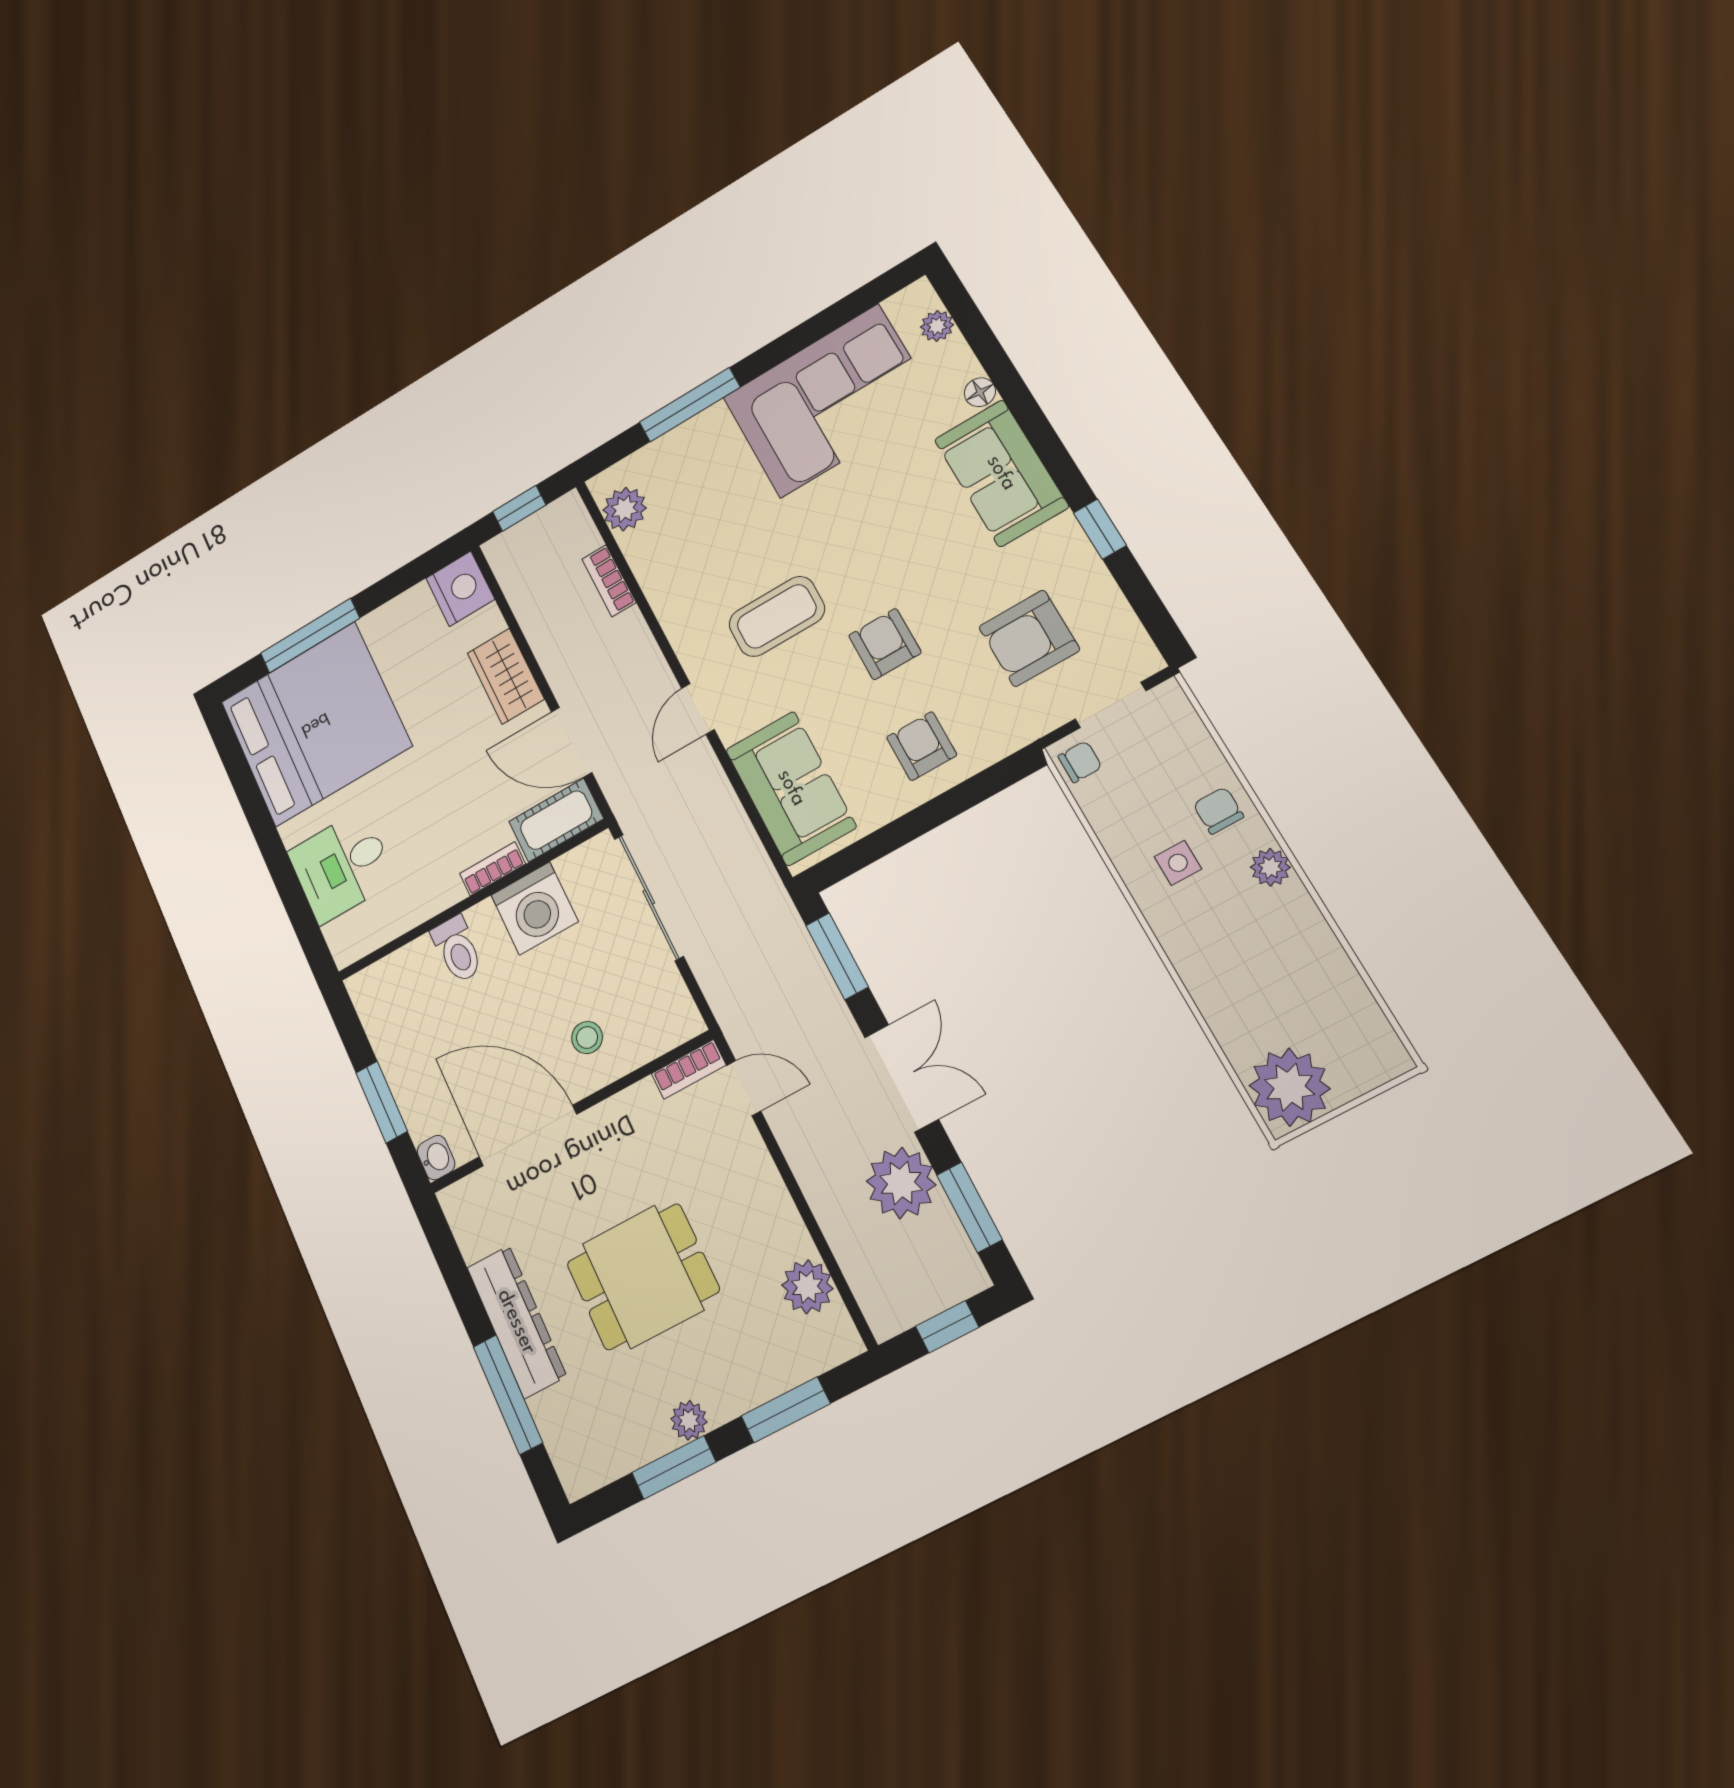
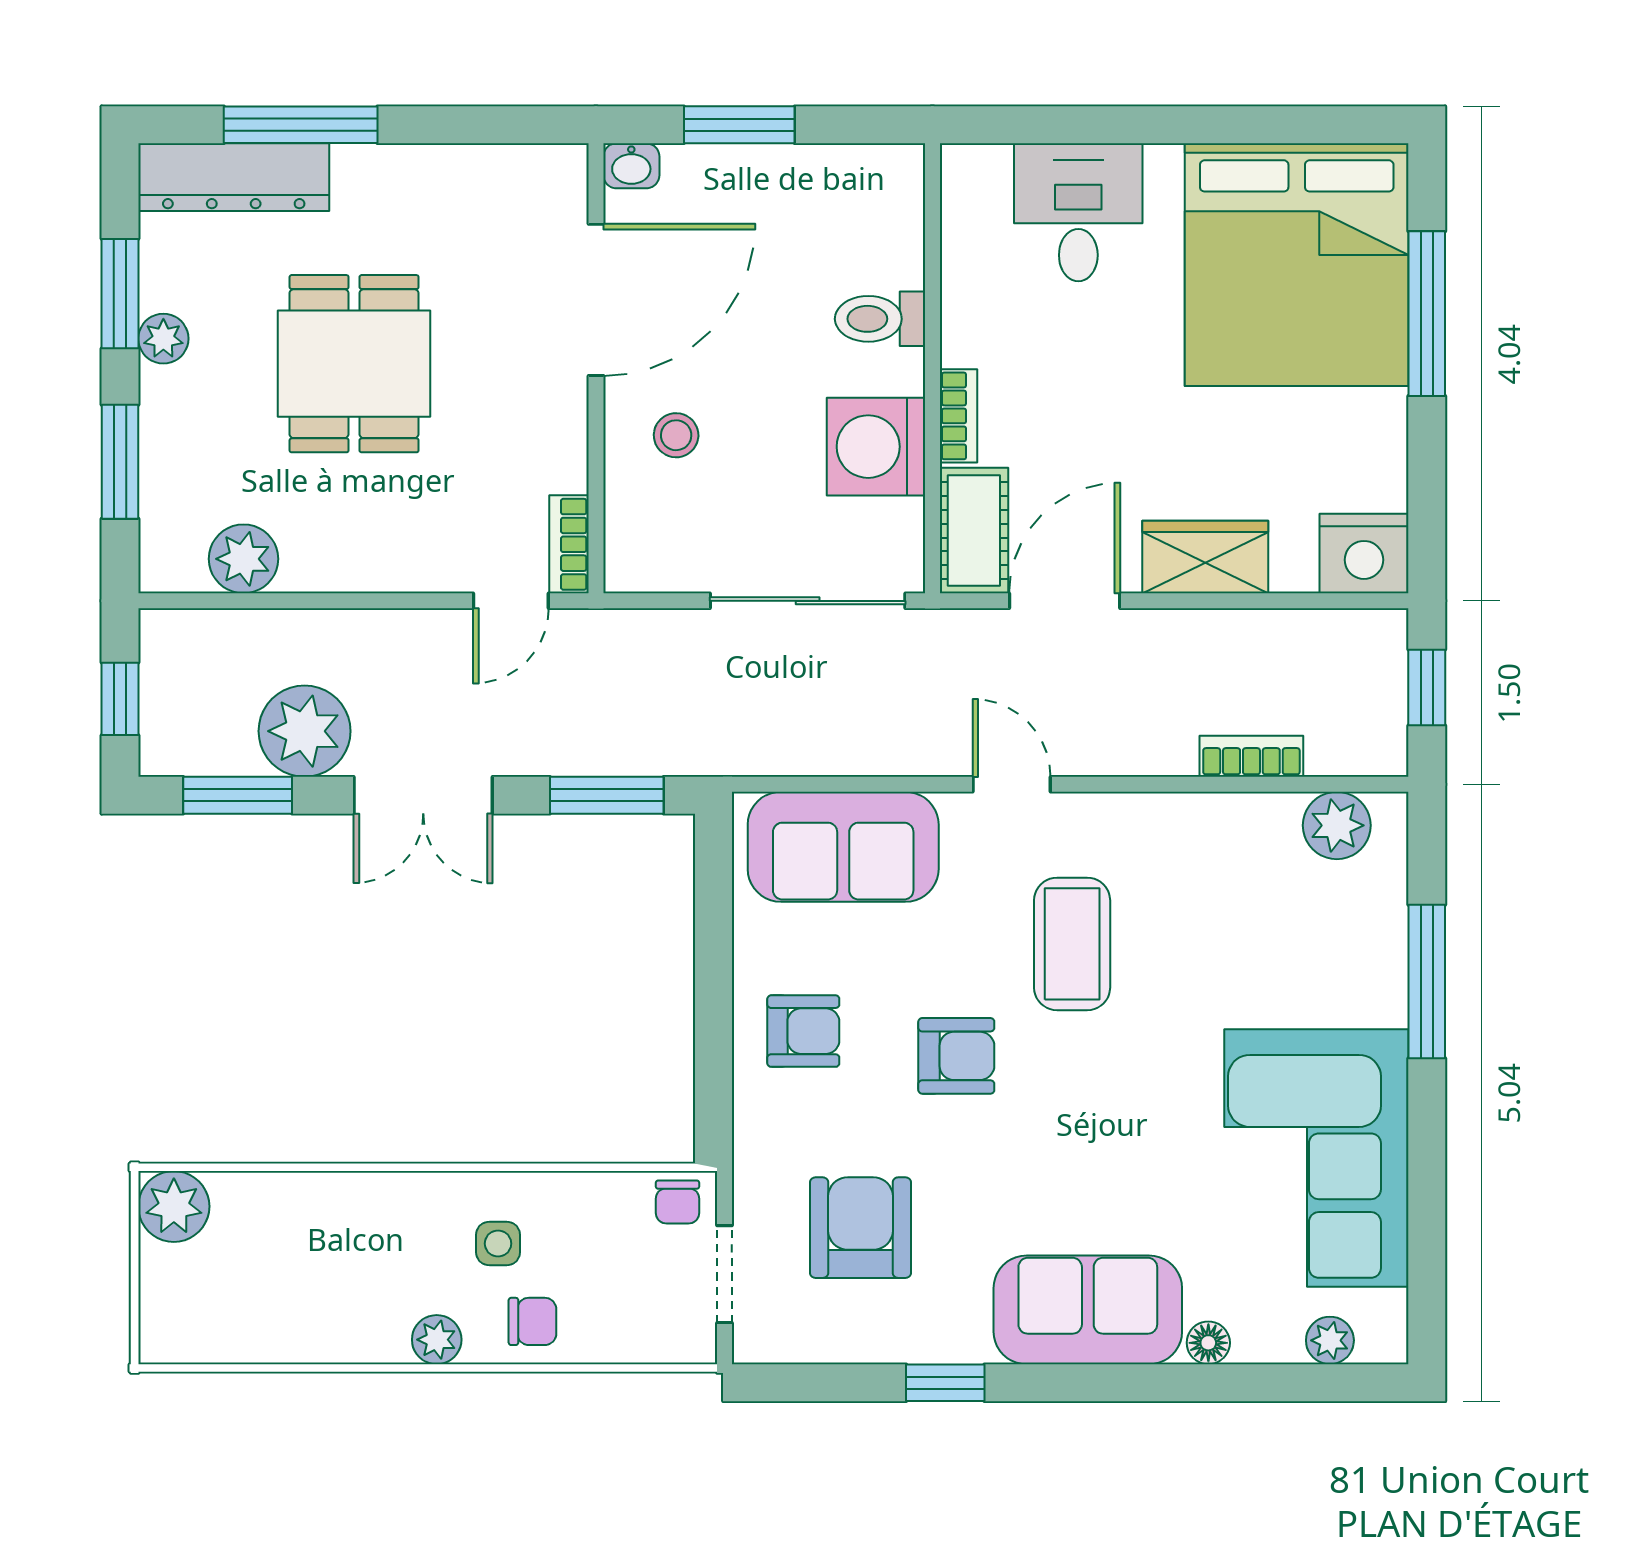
plant: (1290, 1087) -> (174, 1206), width x0.73, depth x0.73
dresser: (516, 1322) -> (234, 177), moved

